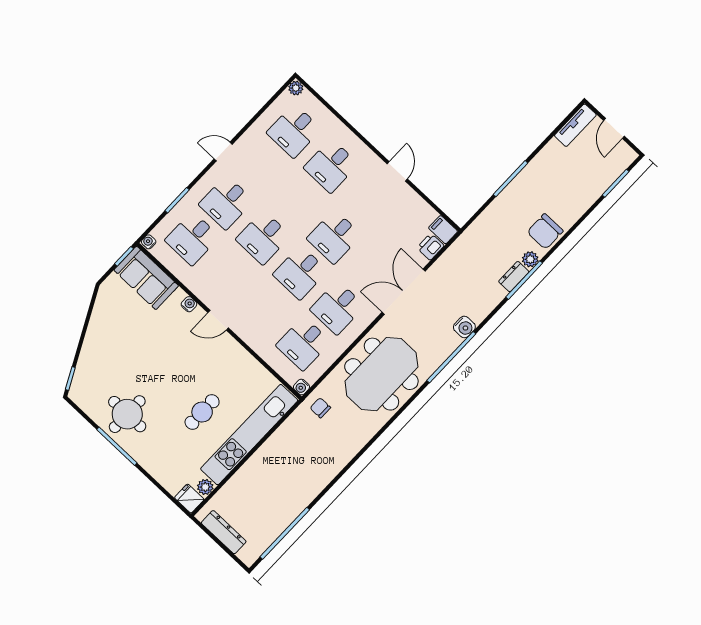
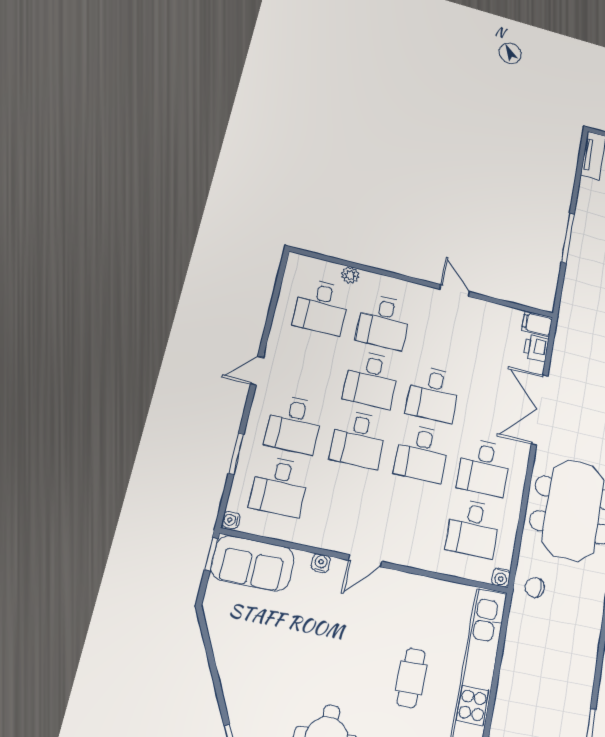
plant: (296, 88) -> (350, 275), moved
desk: (297, 202) -> (371, 380), added

